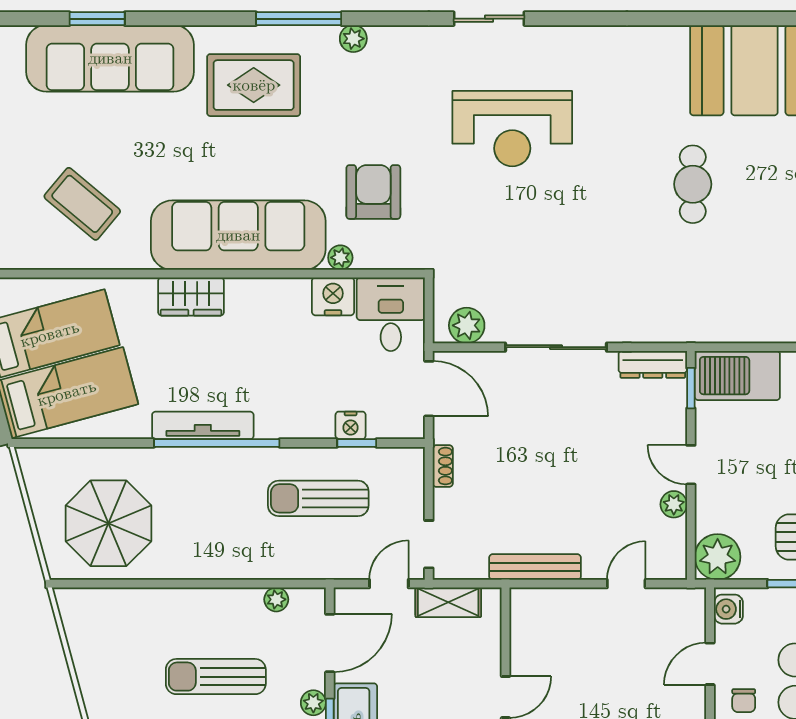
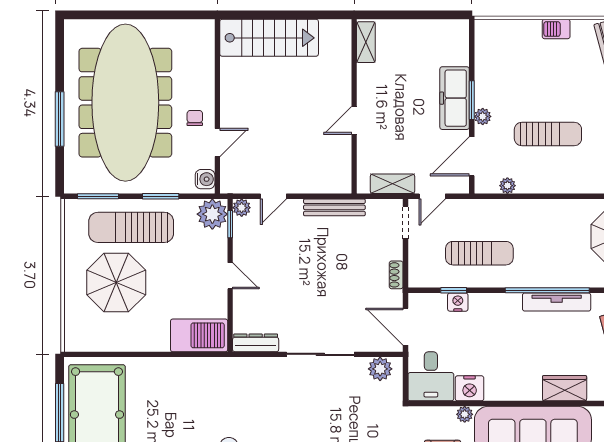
window: (691, 388) -> (230, 224), moved
plant: (674, 504) -> (242, 208), moved

